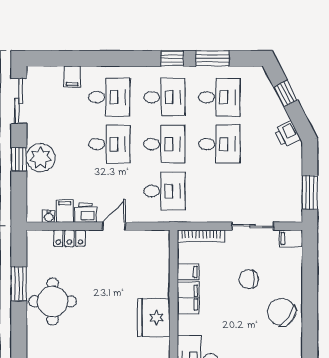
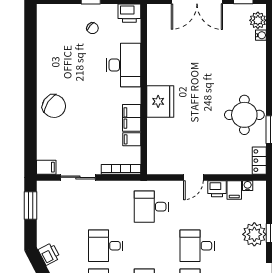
desk: (164, 144) -> (151, 246), removed
locker: (69, 238) -> (259, 161), moved, turned -90
chair: (249, 279) -> (81, 133), removed

